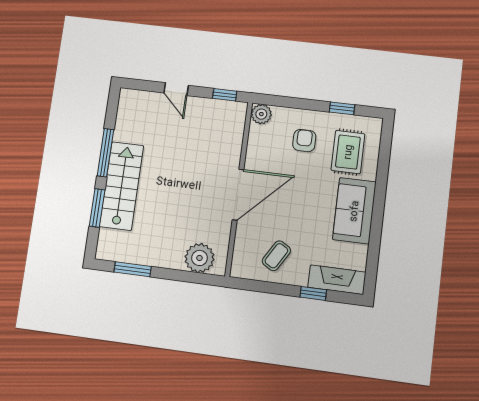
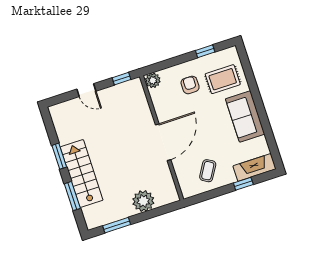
rug: (348, 152) -> (223, 79), turned 90
window: (105, 153) -> (59, 156), width x0.69
plant: (200, 258) -> (143, 201), moved

